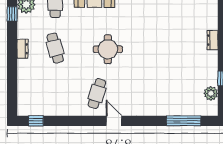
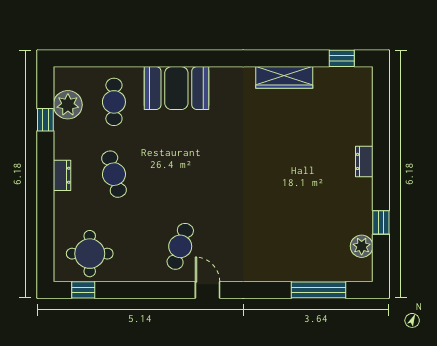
round table: (108, 49) -> (90, 254), moved

